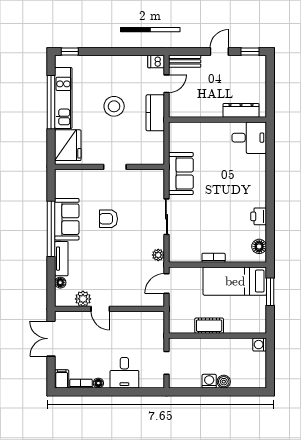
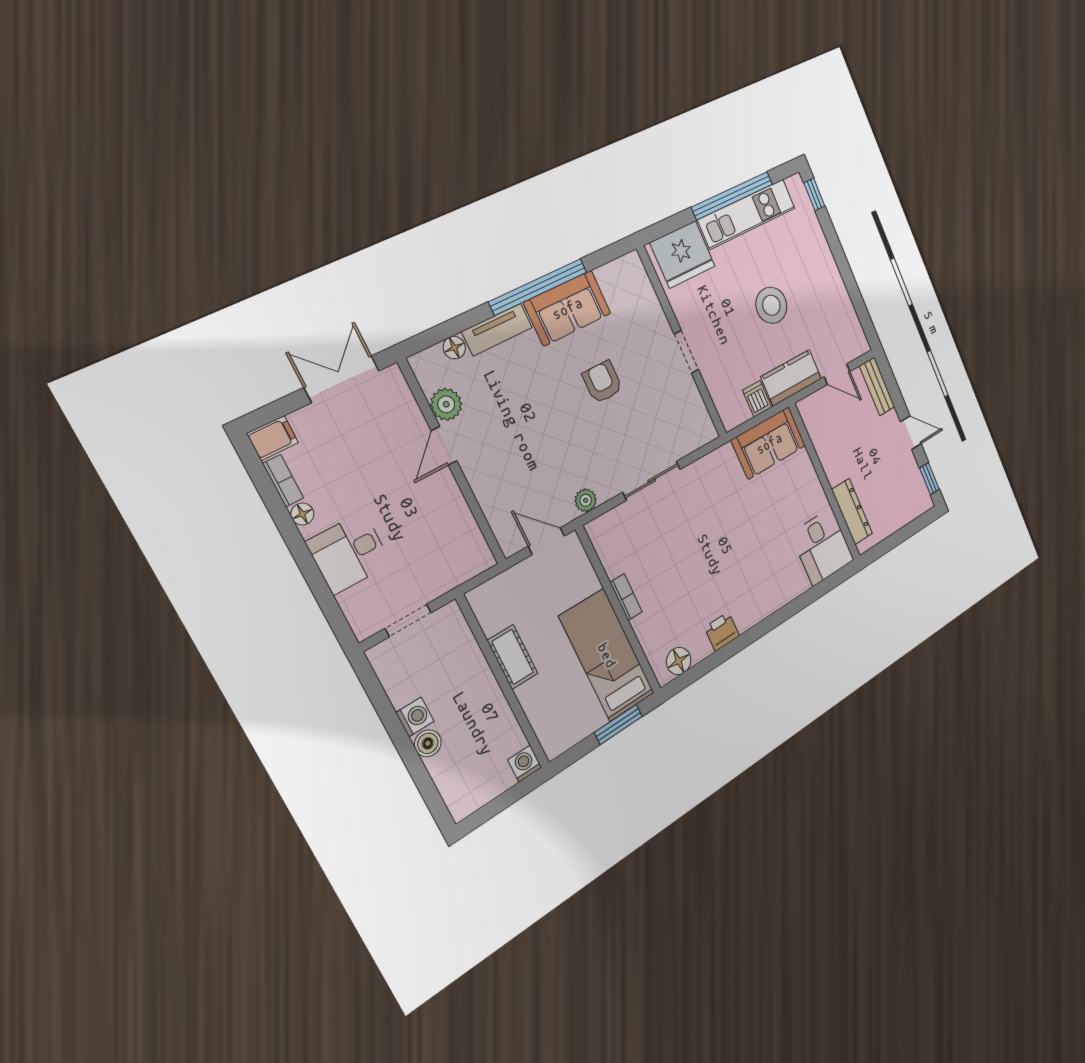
dishwasher: (156, 62) -> (757, 399), moved
sofa: (181, 173) -> (769, 443), moved

